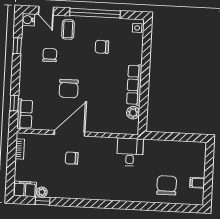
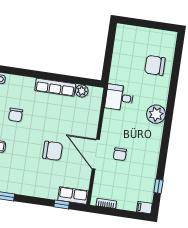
chair: (50, 55) -> (19, 166), removed
filing cabinet: (197, 183) -> (155, 36), removed
filing cabinet: (25, 189) -> (144, 208), width x0.50
plant: (42, 192) -> (156, 114), moved, width x1.87, depth x1.87

